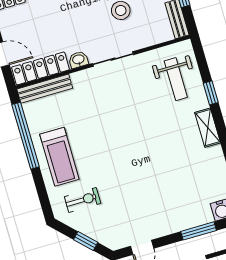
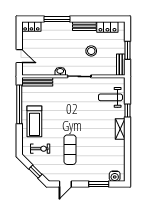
locker: (40, 68) -> (38, 70), removed
weight bench: (176, 79) -> (110, 97), turned 90
exercise mat: (133, 187) -> (70, 150), added

